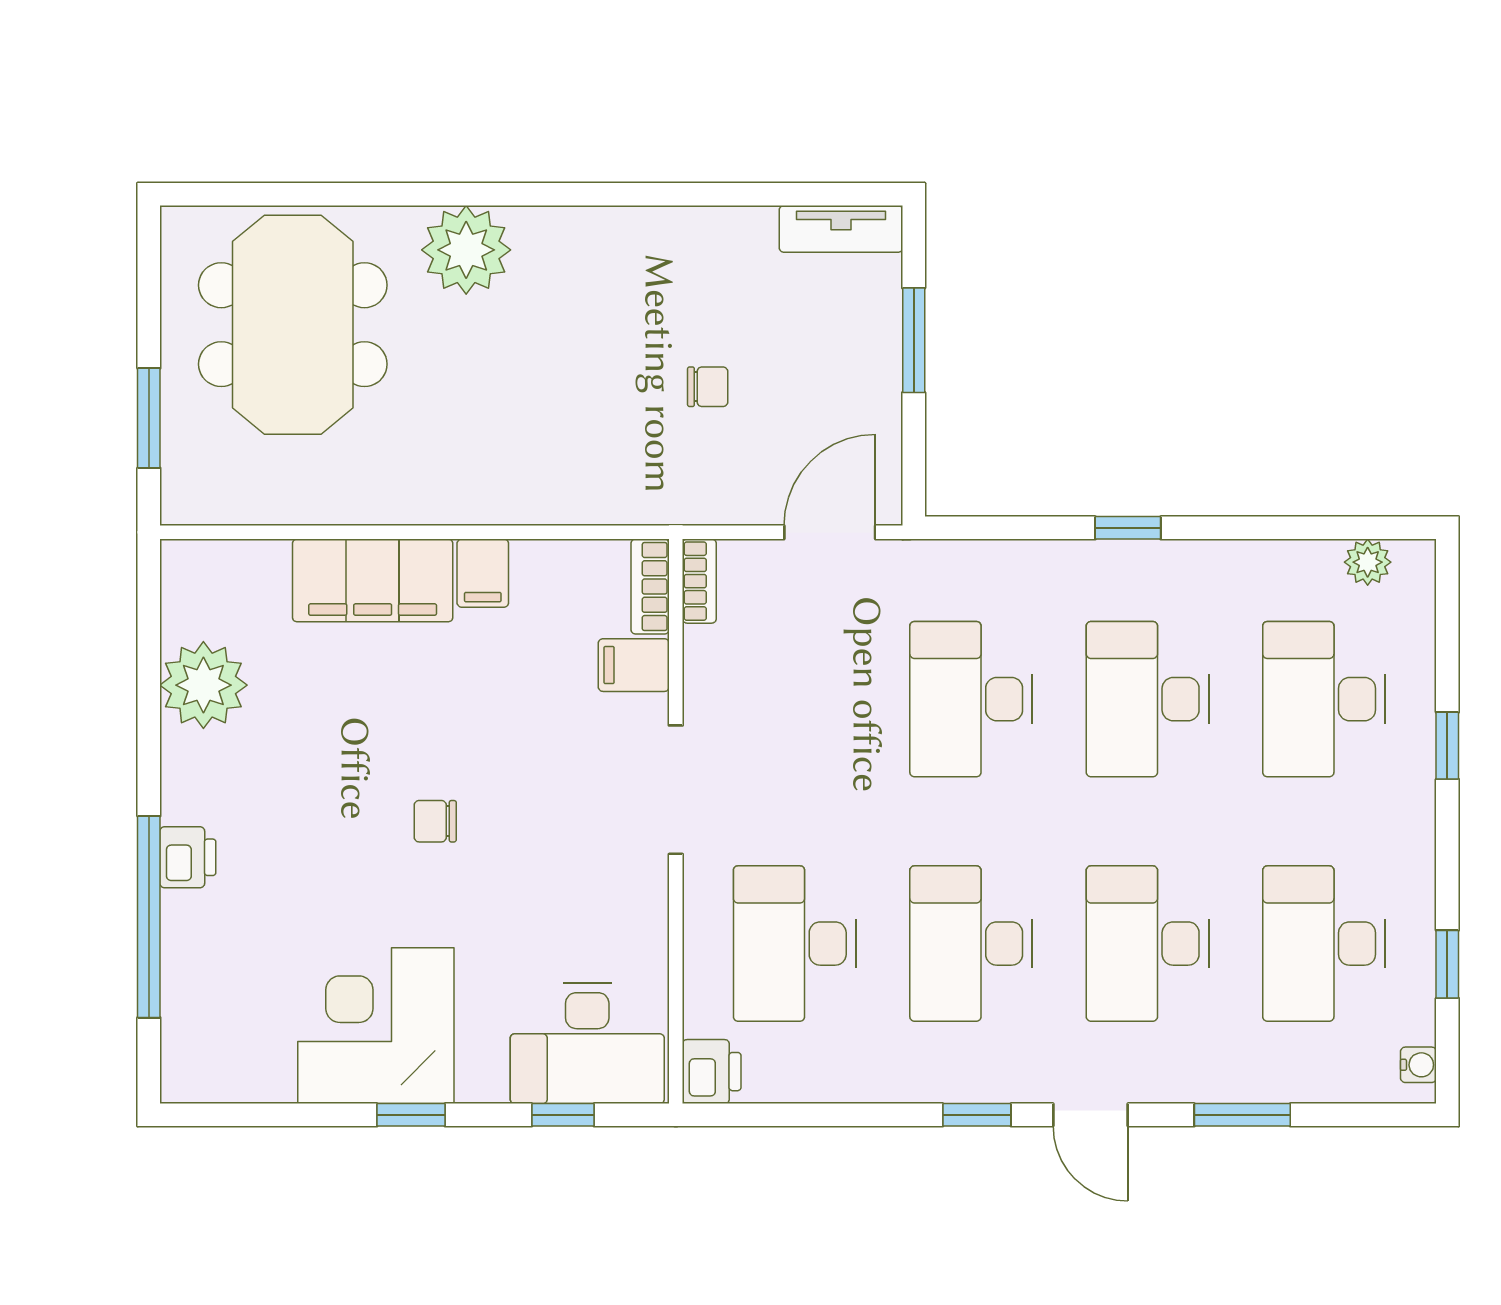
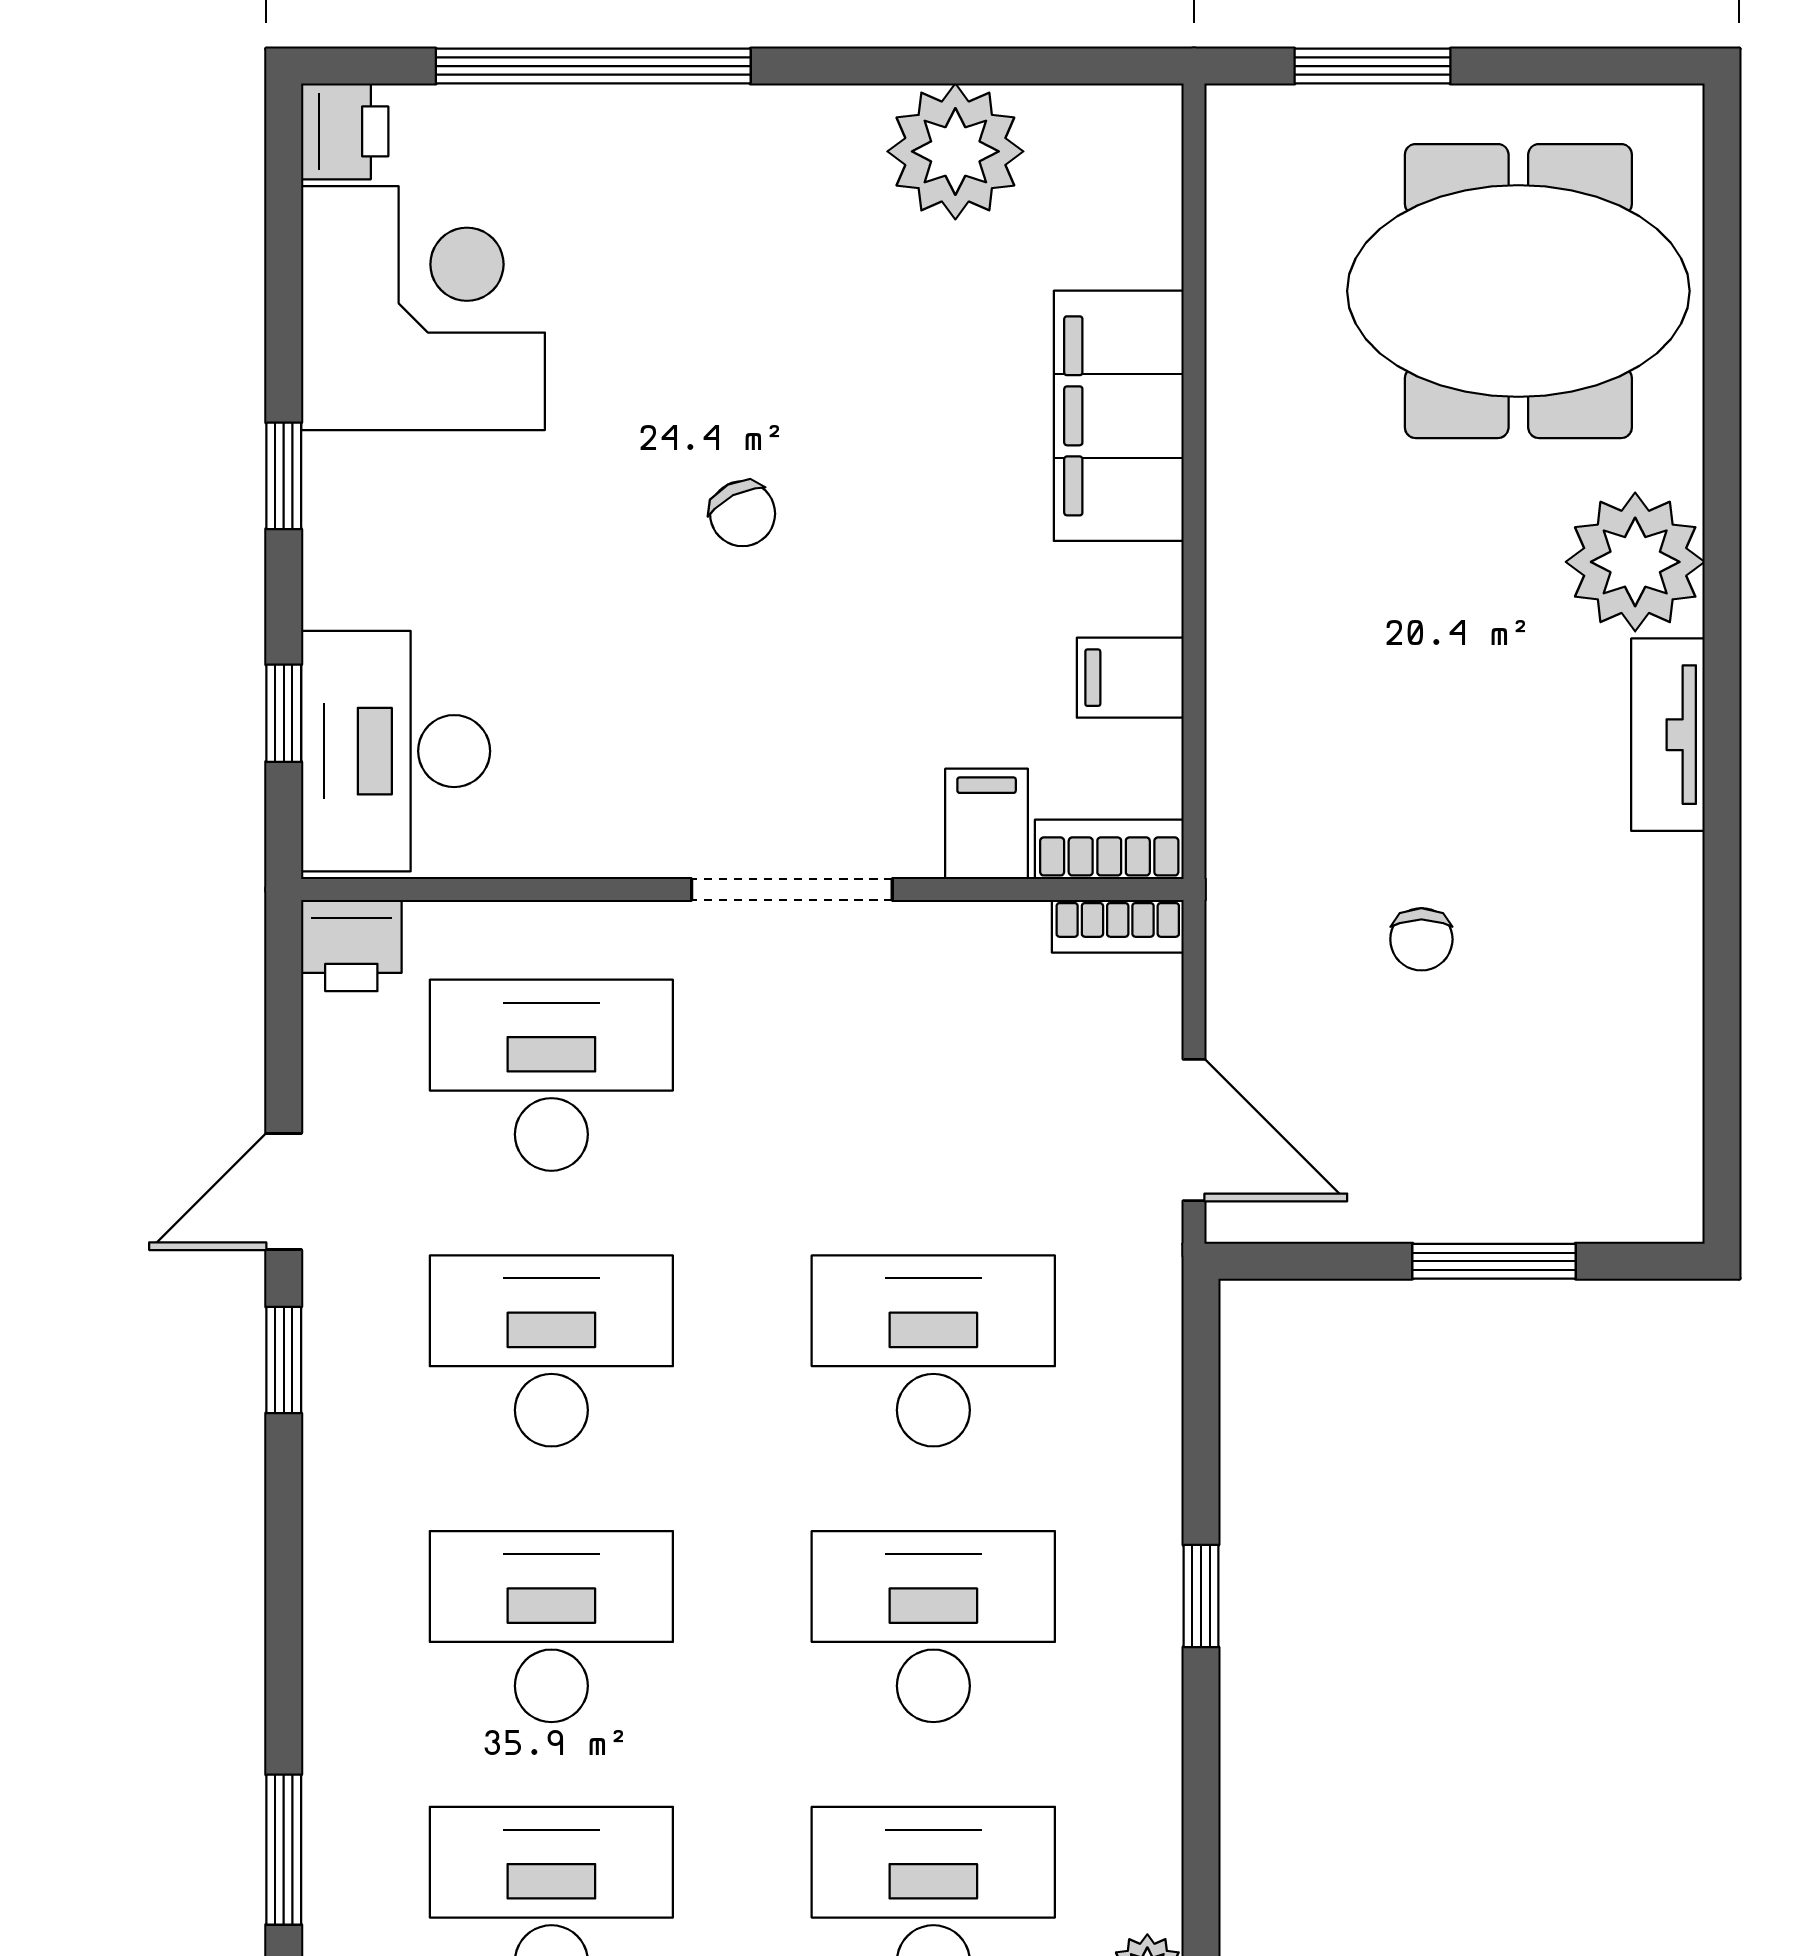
tv unit: (841, 229) -> (1668, 735), moved
filing cabinet: (483, 573) -> (1130, 678), moved
chair: (435, 821) -> (743, 514), turned 153
printer: (188, 857) -> (345, 131), moved, turned -90
corner desk: (376, 1026) -> (423, 308), moved
door: (1090, 1115) -> (284, 1192), moved
window: (1242, 1115) -> (284, 1850), moved

